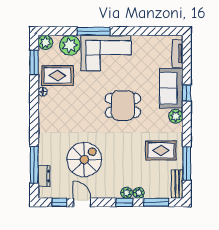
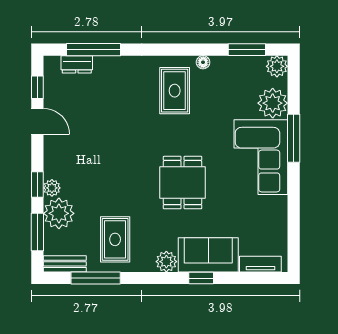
rug: (57, 76) -> (175, 91), moved
spiral stairs: (84, 160) -> (101, 125), removed
plant: (139, 193) -> (59, 213), width x1.87, depth x1.87
door: (82, 202) -> (37, 121), hinge flipped

